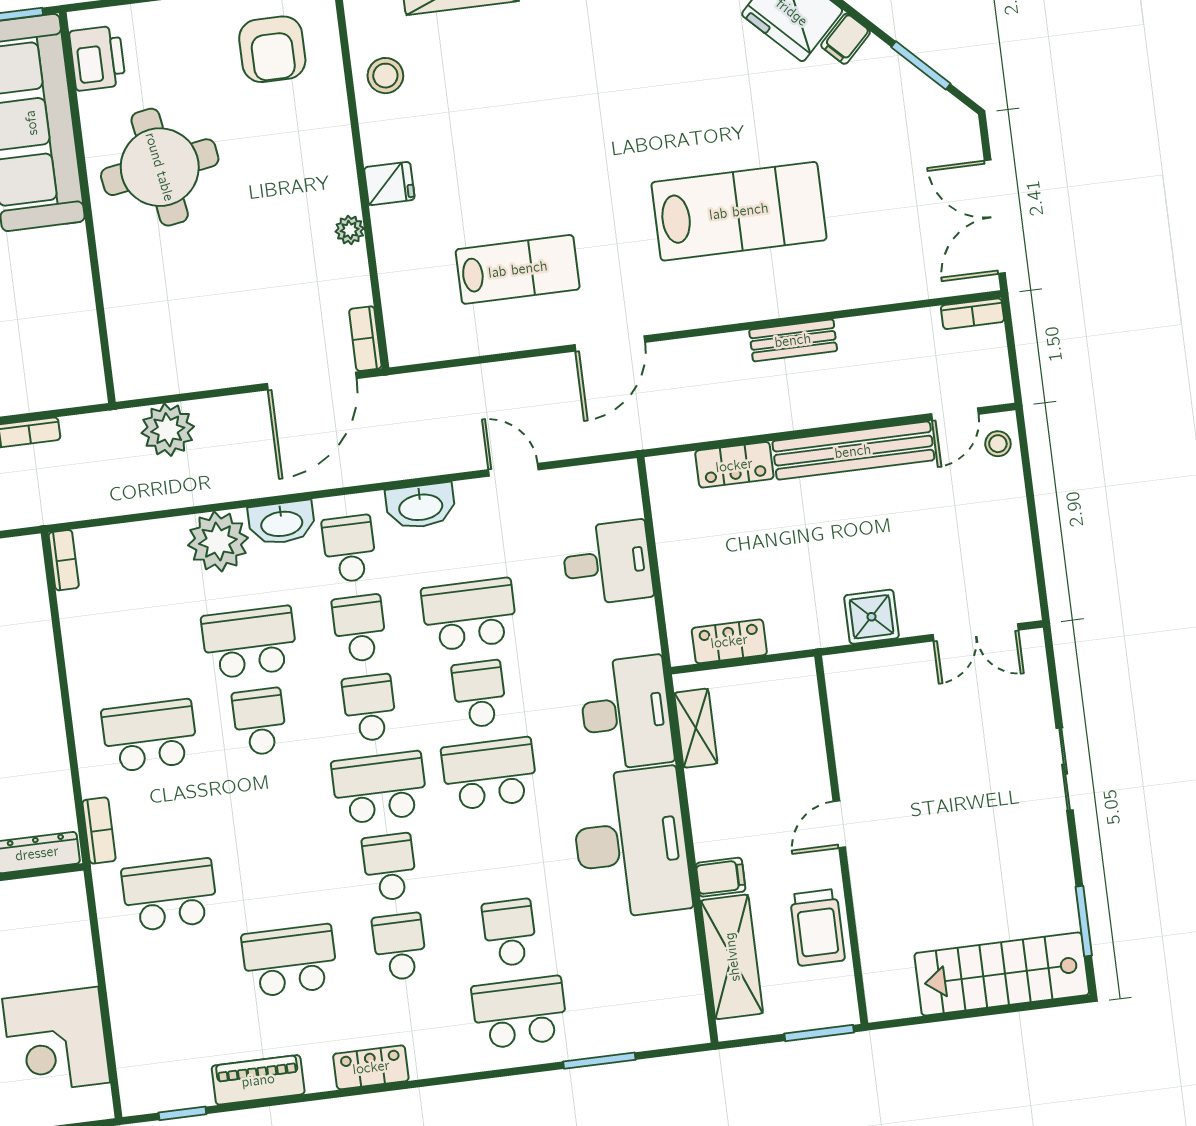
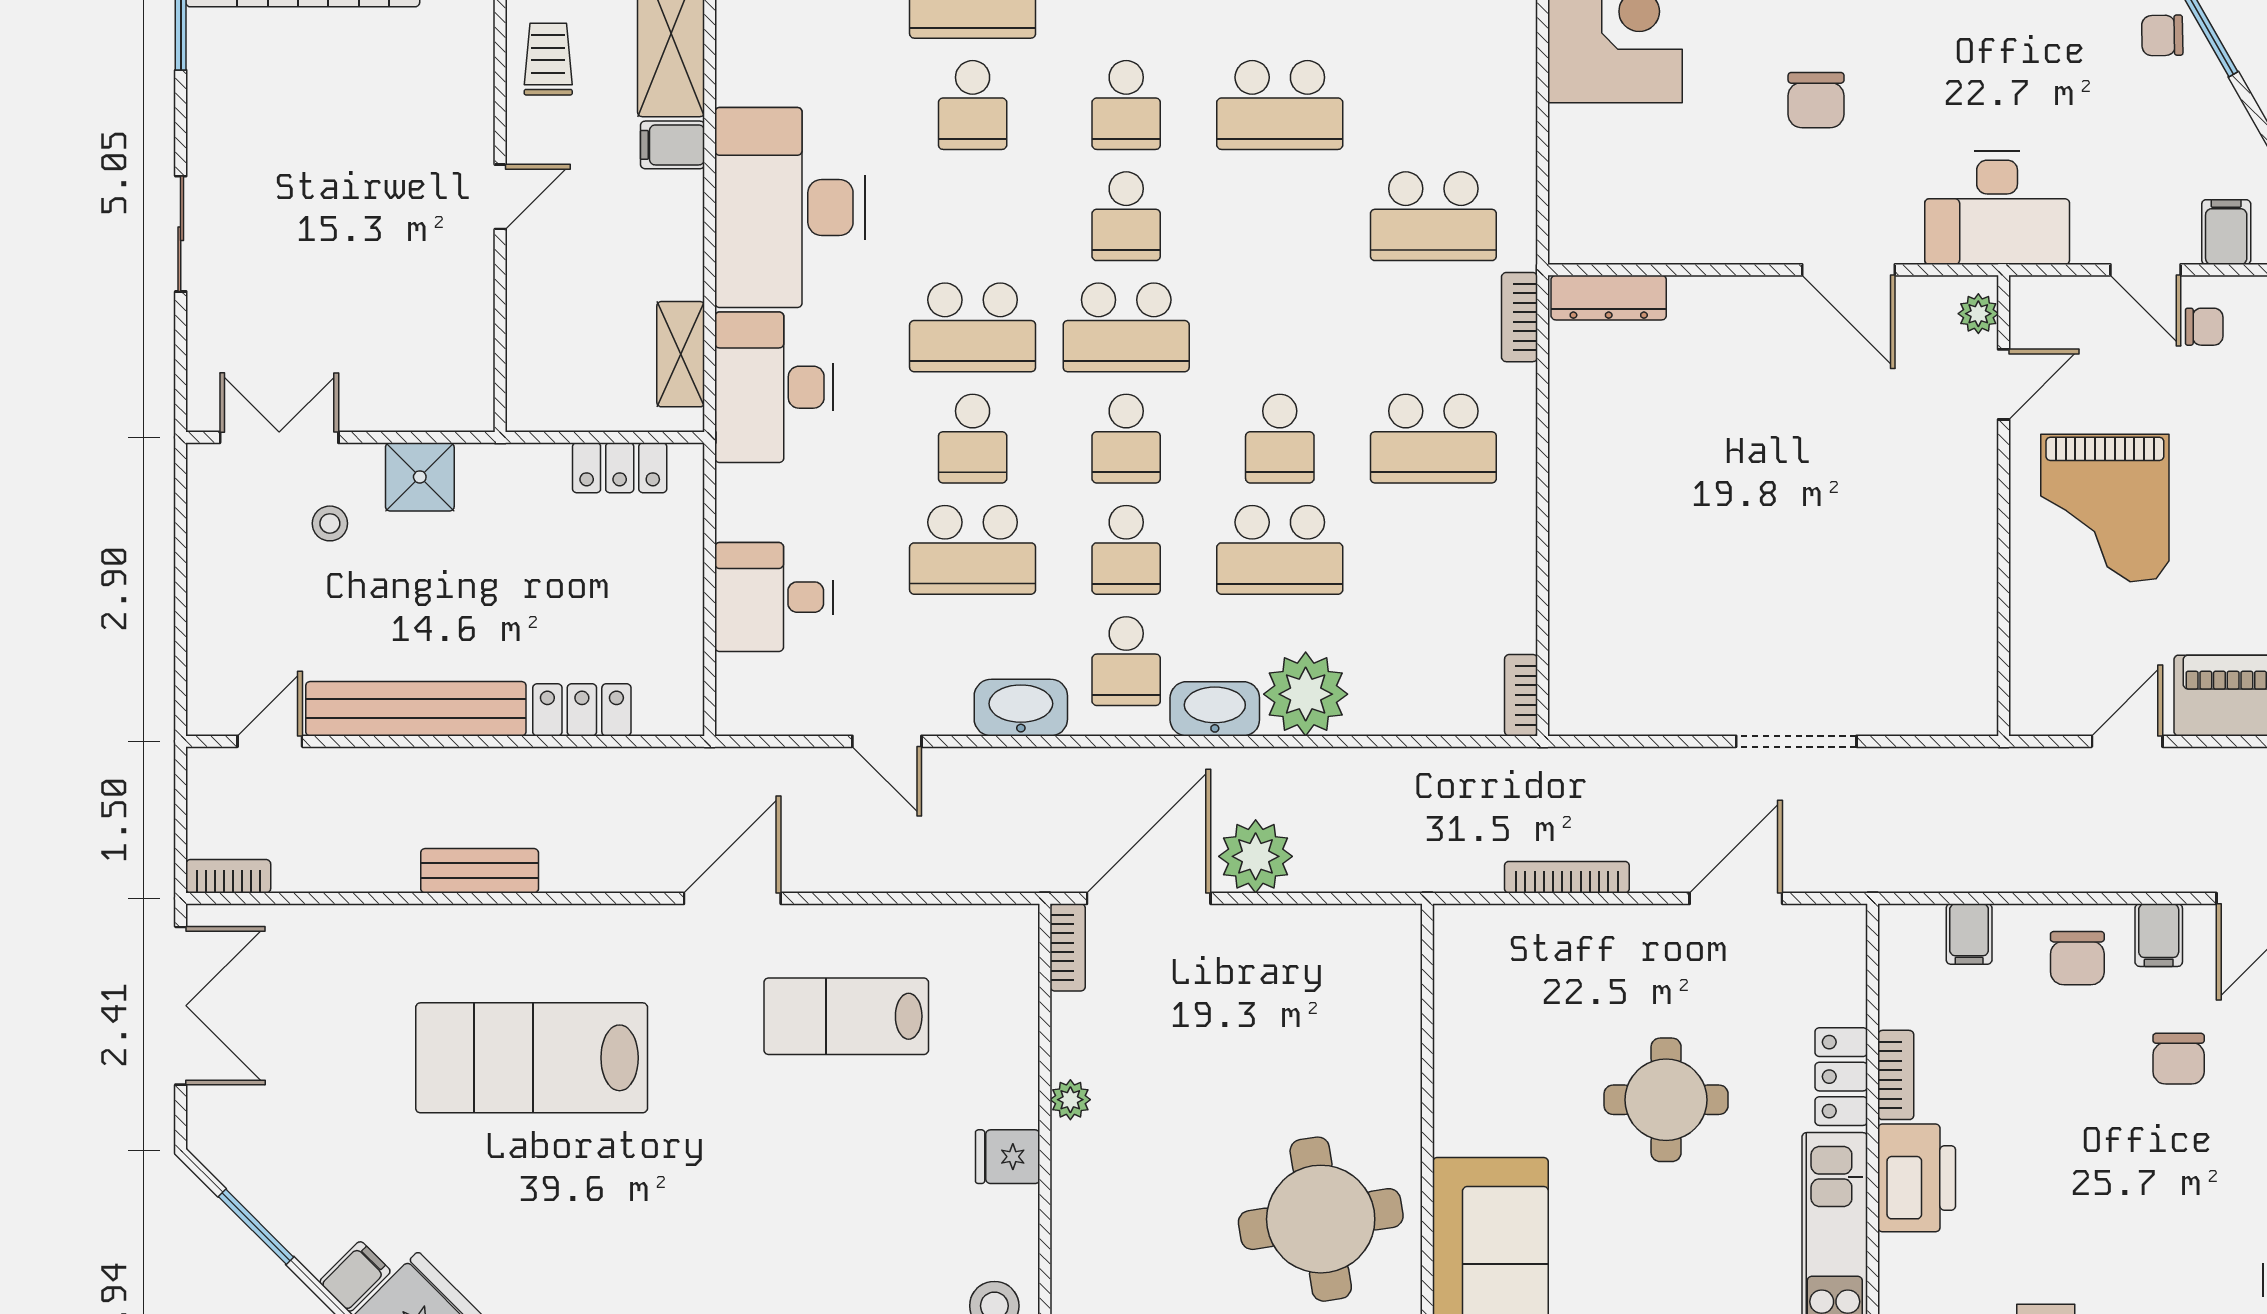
plant: (168, 430) -> (1256, 856), moved
stool: (998, 444) -> (330, 523), moved
trolley: (817, 927) -> (548, 59), width x0.73, depth x0.72

